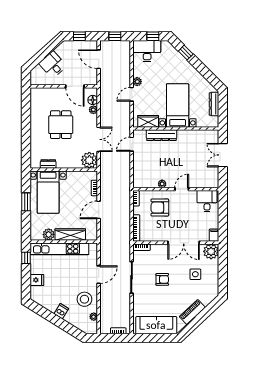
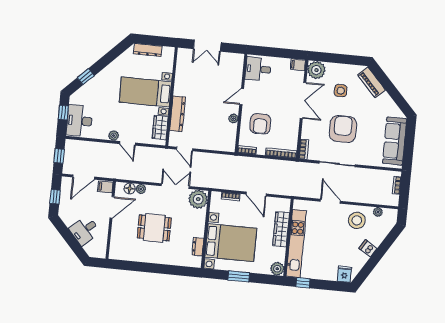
filing cabinet: (92, 79) -> (105, 187), added
door: (182, 189) -> (242, 97), hinge flipped
bed with nightstands: (48, 192) -> (231, 243), width x1.36
plant: (49, 234) -> (277, 269), moved
armchair: (162, 279) -> (343, 129), width x1.88, depth x1.88
fridge: (37, 280) -> (344, 274), moved
piano: (192, 312) -> (371, 82), moved

